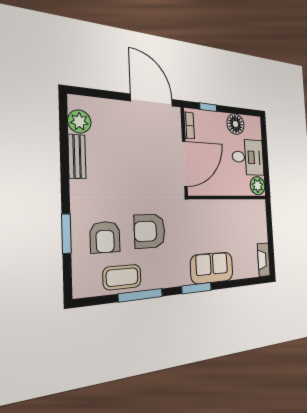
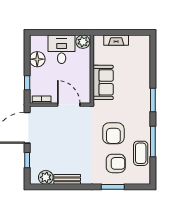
window: (105, 94) -> (27, 160), added
door: (185, 164) -> (69, 105), width x0.73
fireplace: (264, 260) -> (116, 40), moved
sofa: (212, 268) -> (103, 82), moved, turned 180

